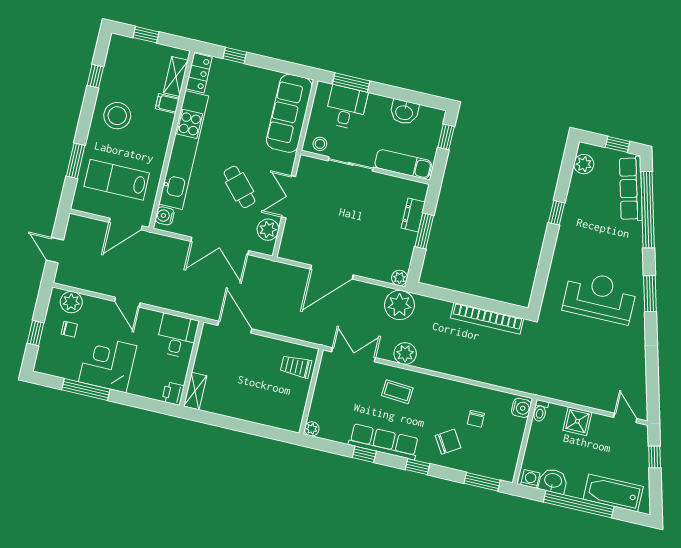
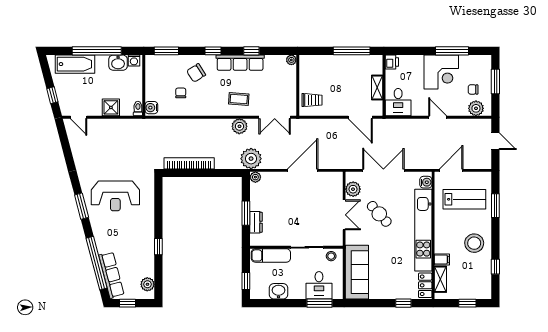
window: (36, 333) -> (495, 82), width x1.50
shelving: (195, 391) -> (377, 88), moved
window: (225, 422) -> (352, 51), added

